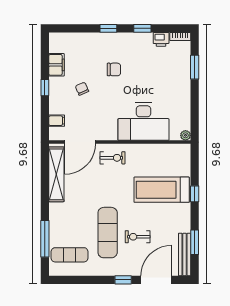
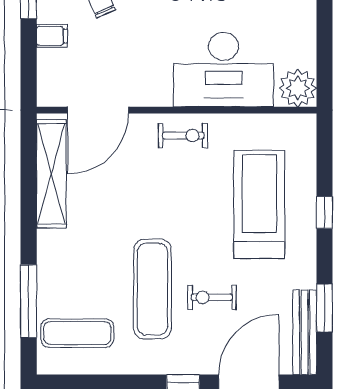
filing cabinet: (57, 121) -> (52, 36), moved
plant: (185, 135) -> (298, 88), width x1.88, depth x1.88
exercise bike: (113, 158) -> (183, 136), moved
treadmill: (162, 190) -> (259, 204), turned 90

